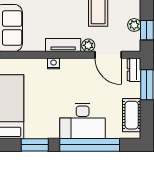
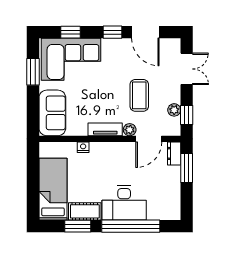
door: (108, 55) -> (149, 139), hinge flipped
nightstand: (54, 63) -> (83, 147), moved
cot: (132, 115) -> (85, 211), moved, turned 90

